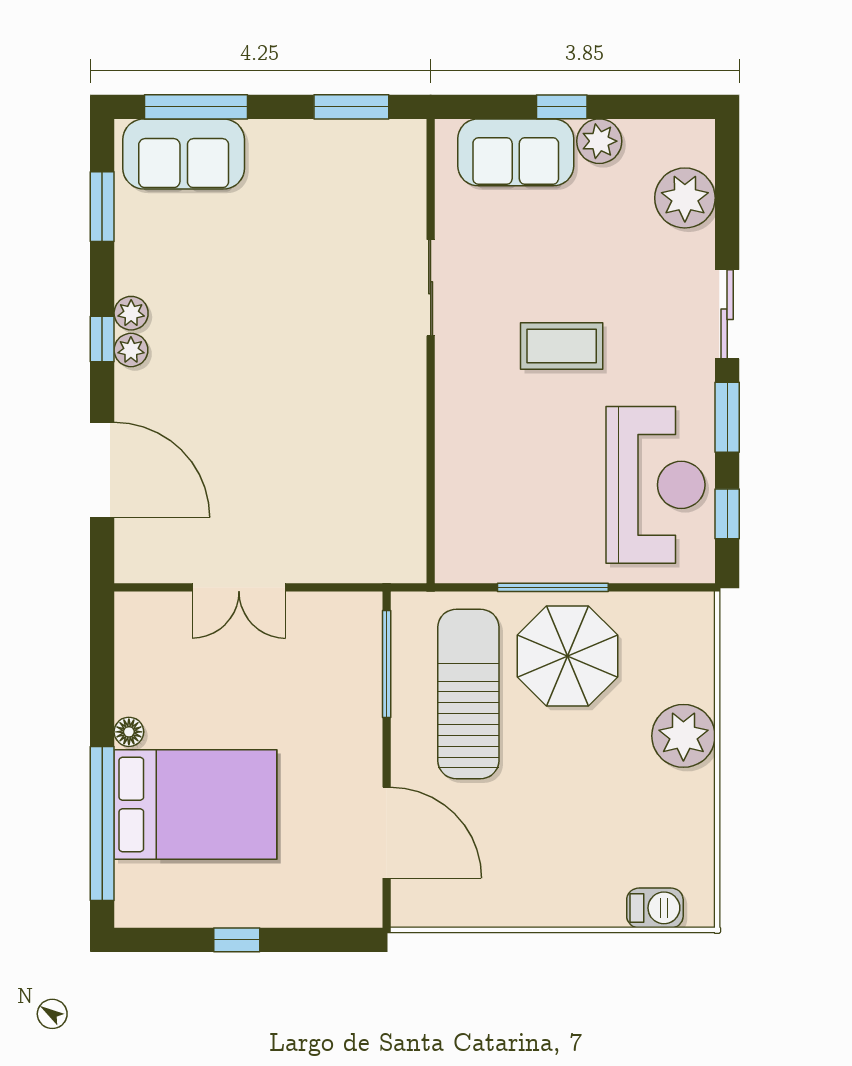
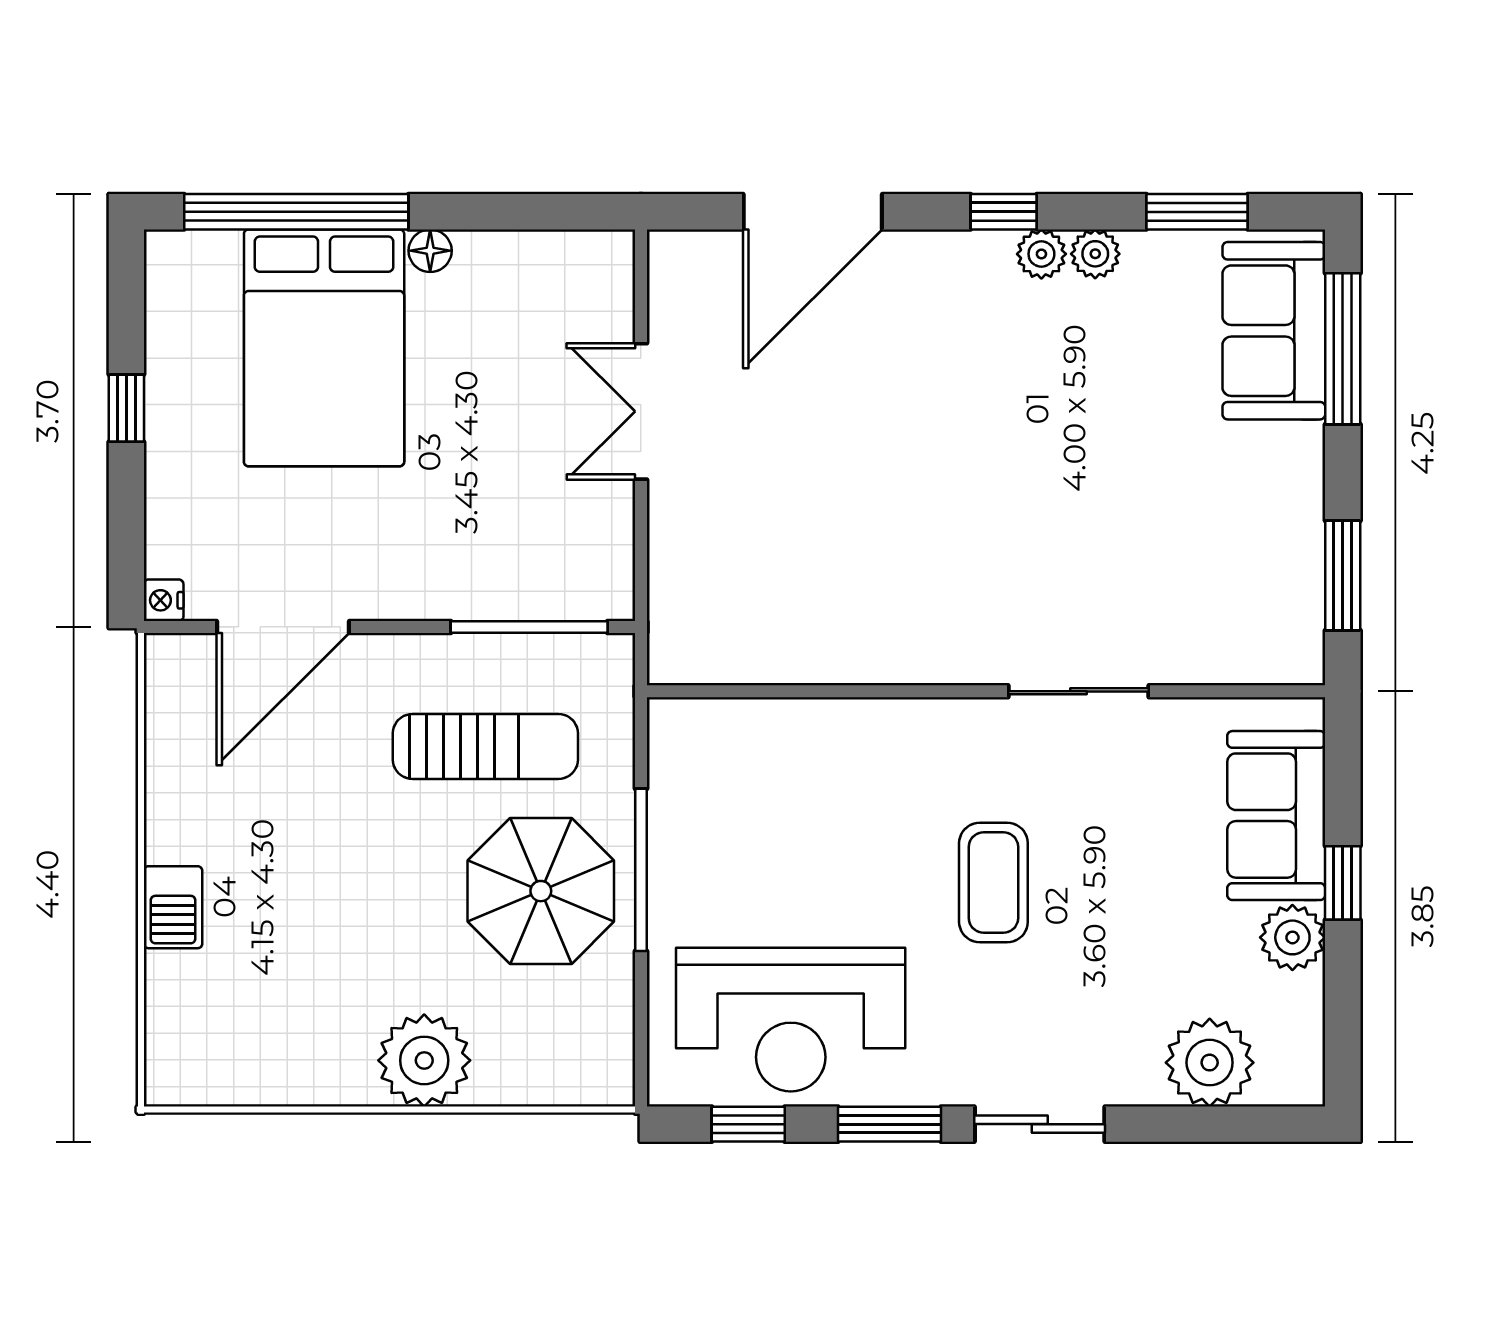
plant: (131, 350) -> (1095, 254), moved
sun lounger: (468, 694) -> (485, 746), width x0.73, depth x0.75
barbecue: (655, 908) -> (173, 907), moved
nightstand: (368, 914) -> (164, 600), added

